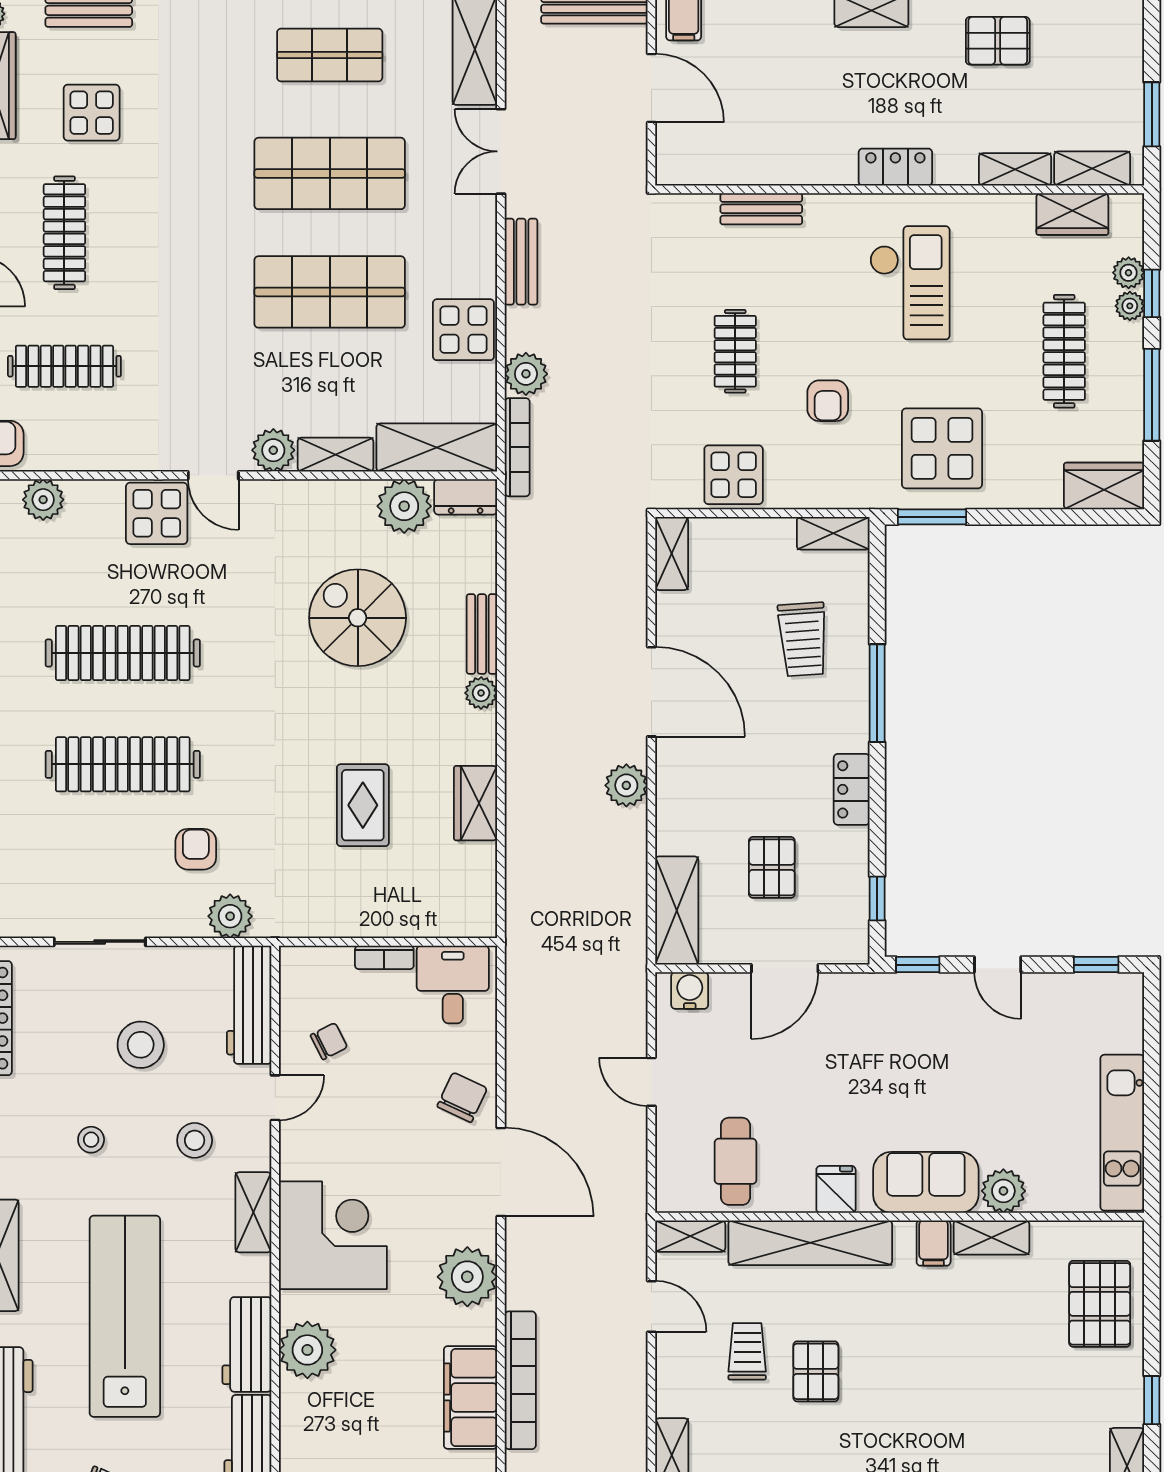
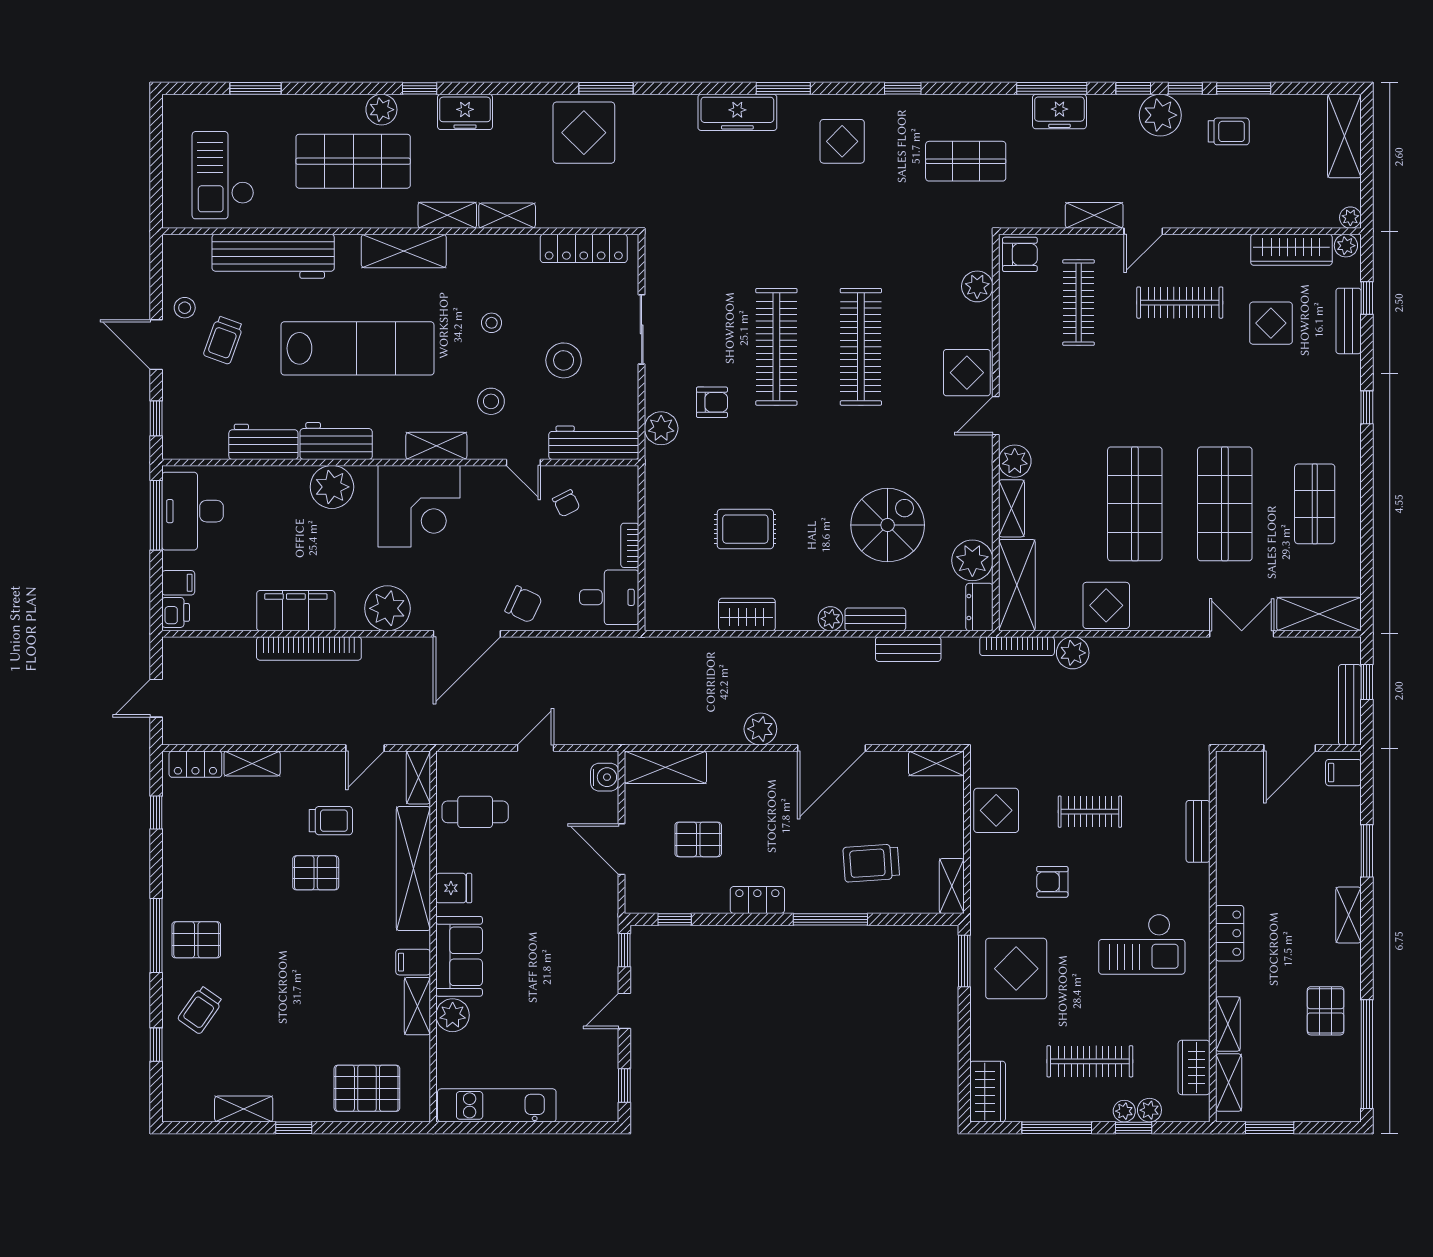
bench: (521, 262) -> (908, 649), moved

